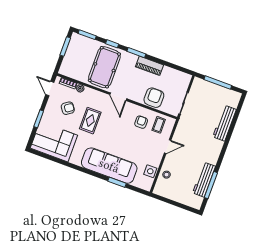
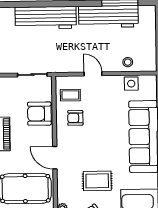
door: (118, 97) -> (55, 158), swing flipped
workbench: (224, 123) -> (46, 18), width x1.36, depth x1.32
workbench: (204, 180) -> (108, 17), width x1.36, depth x1.32

